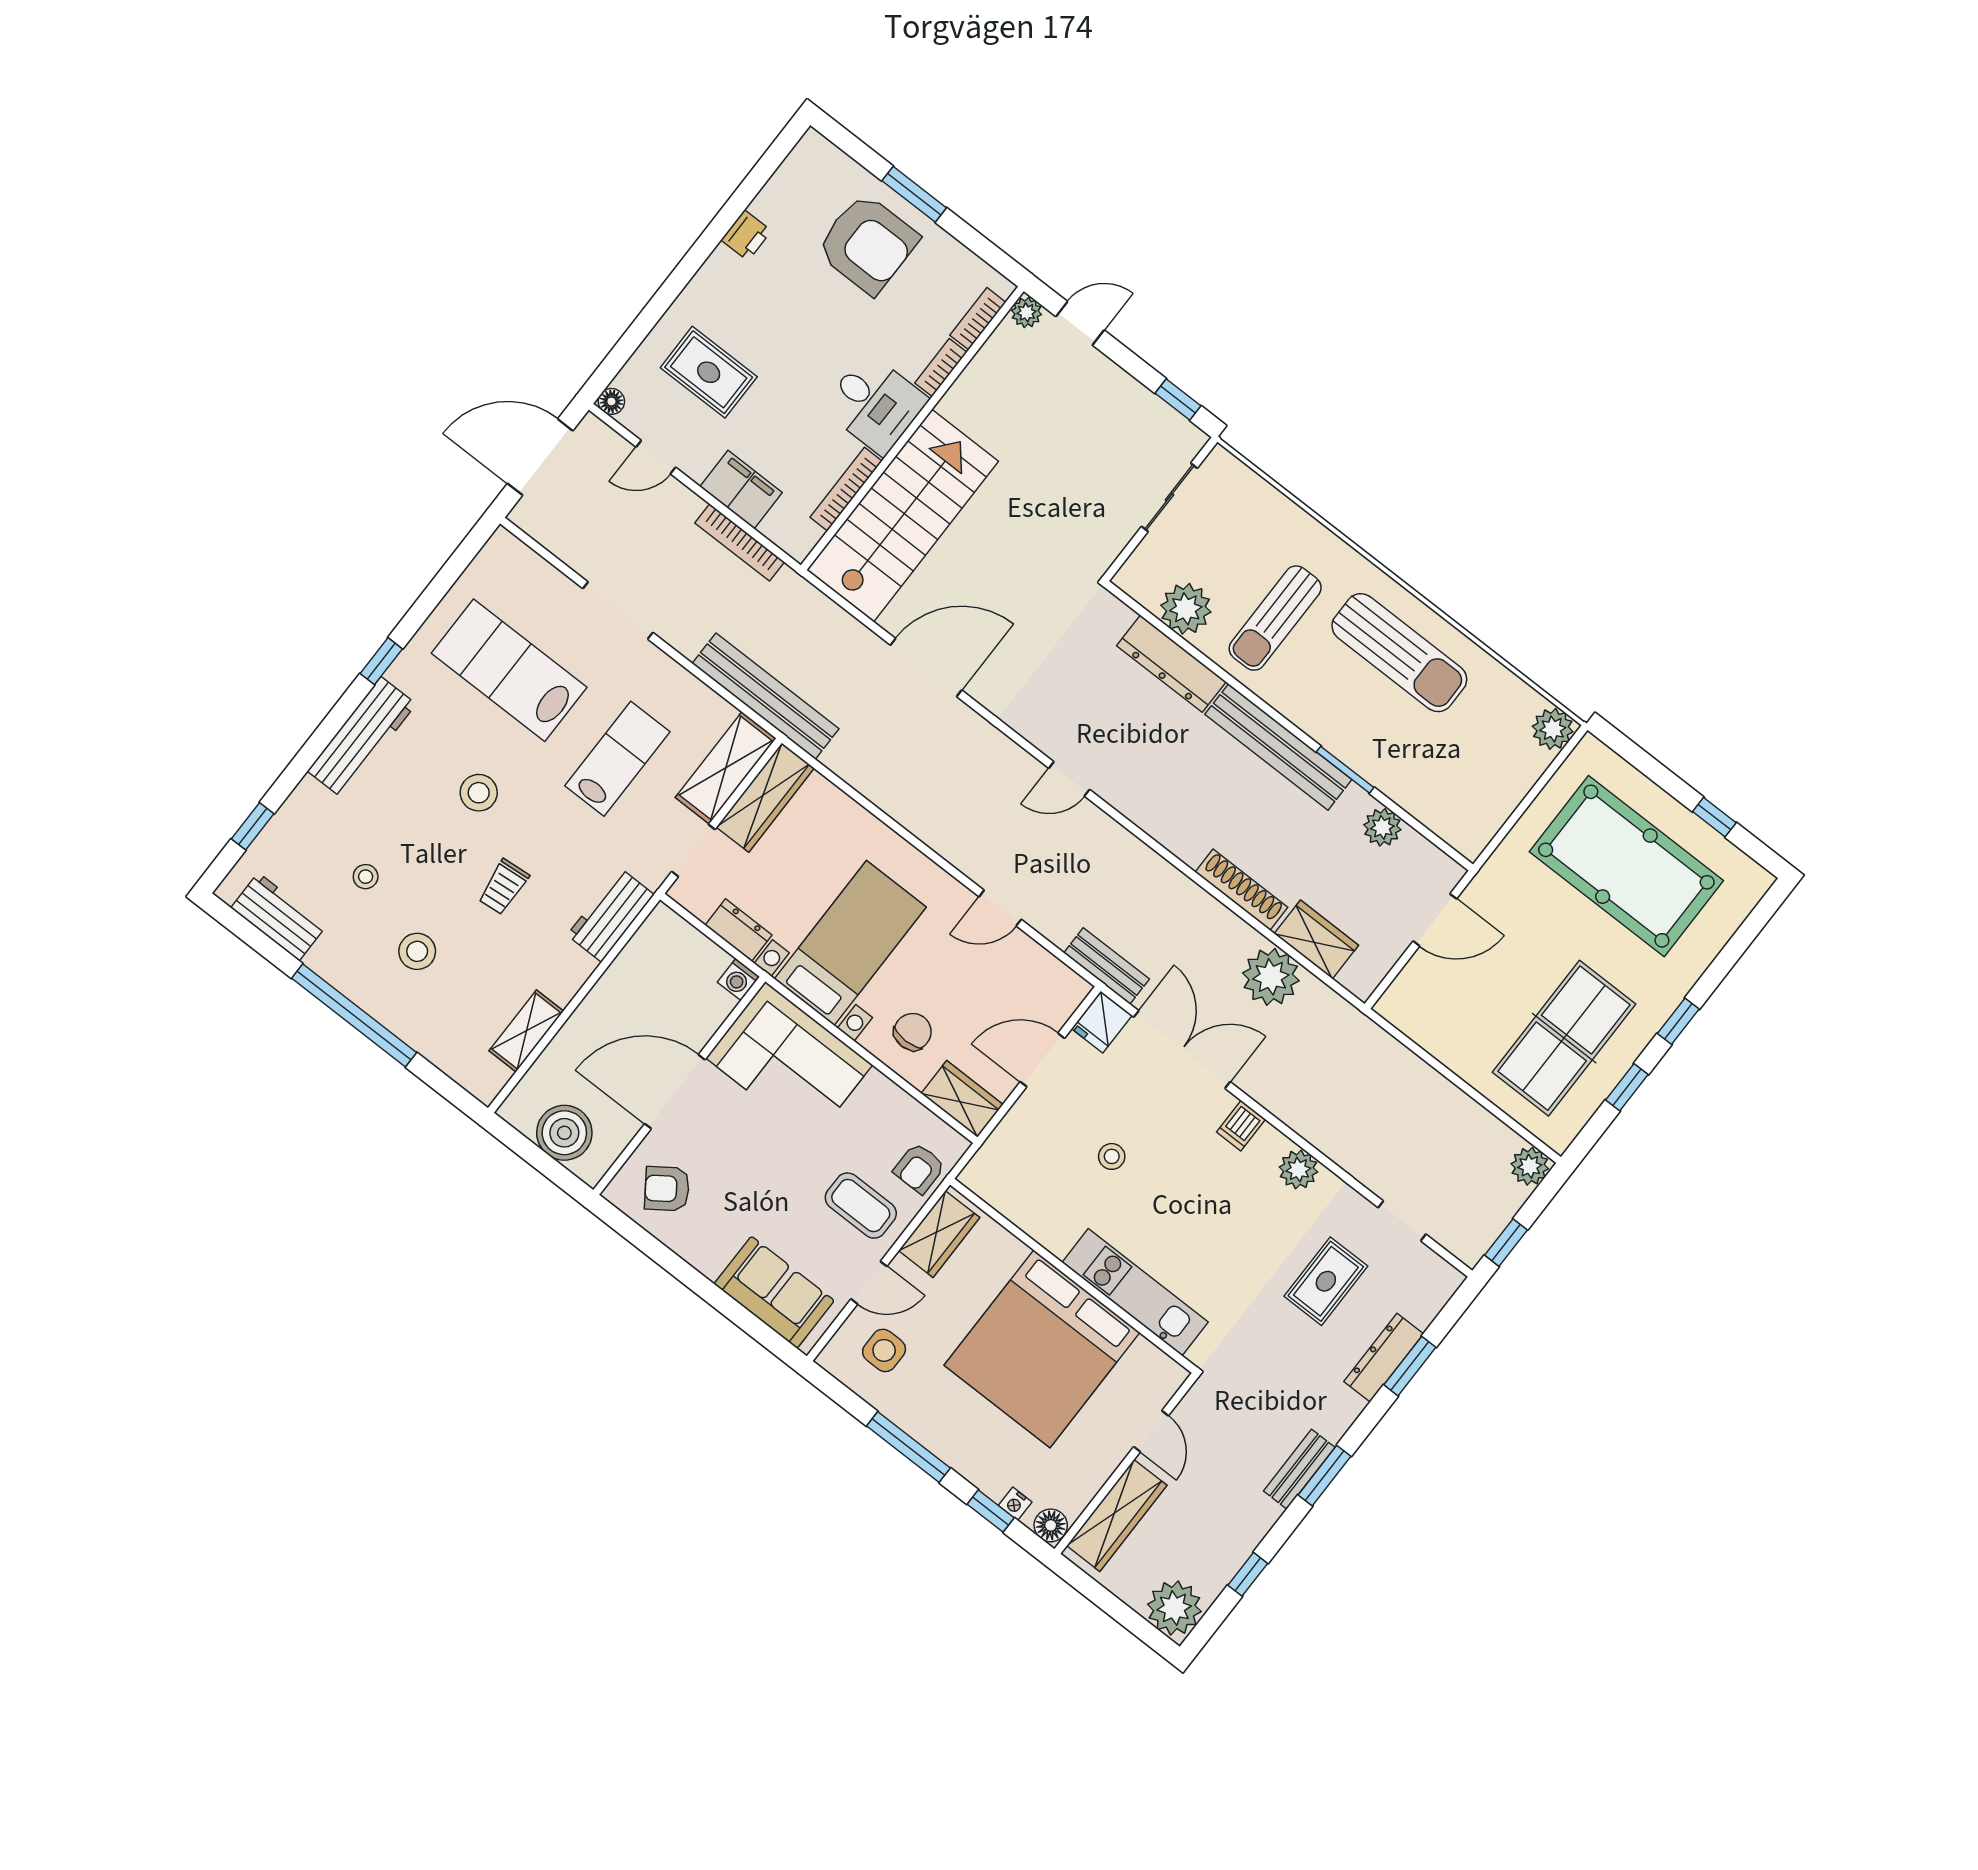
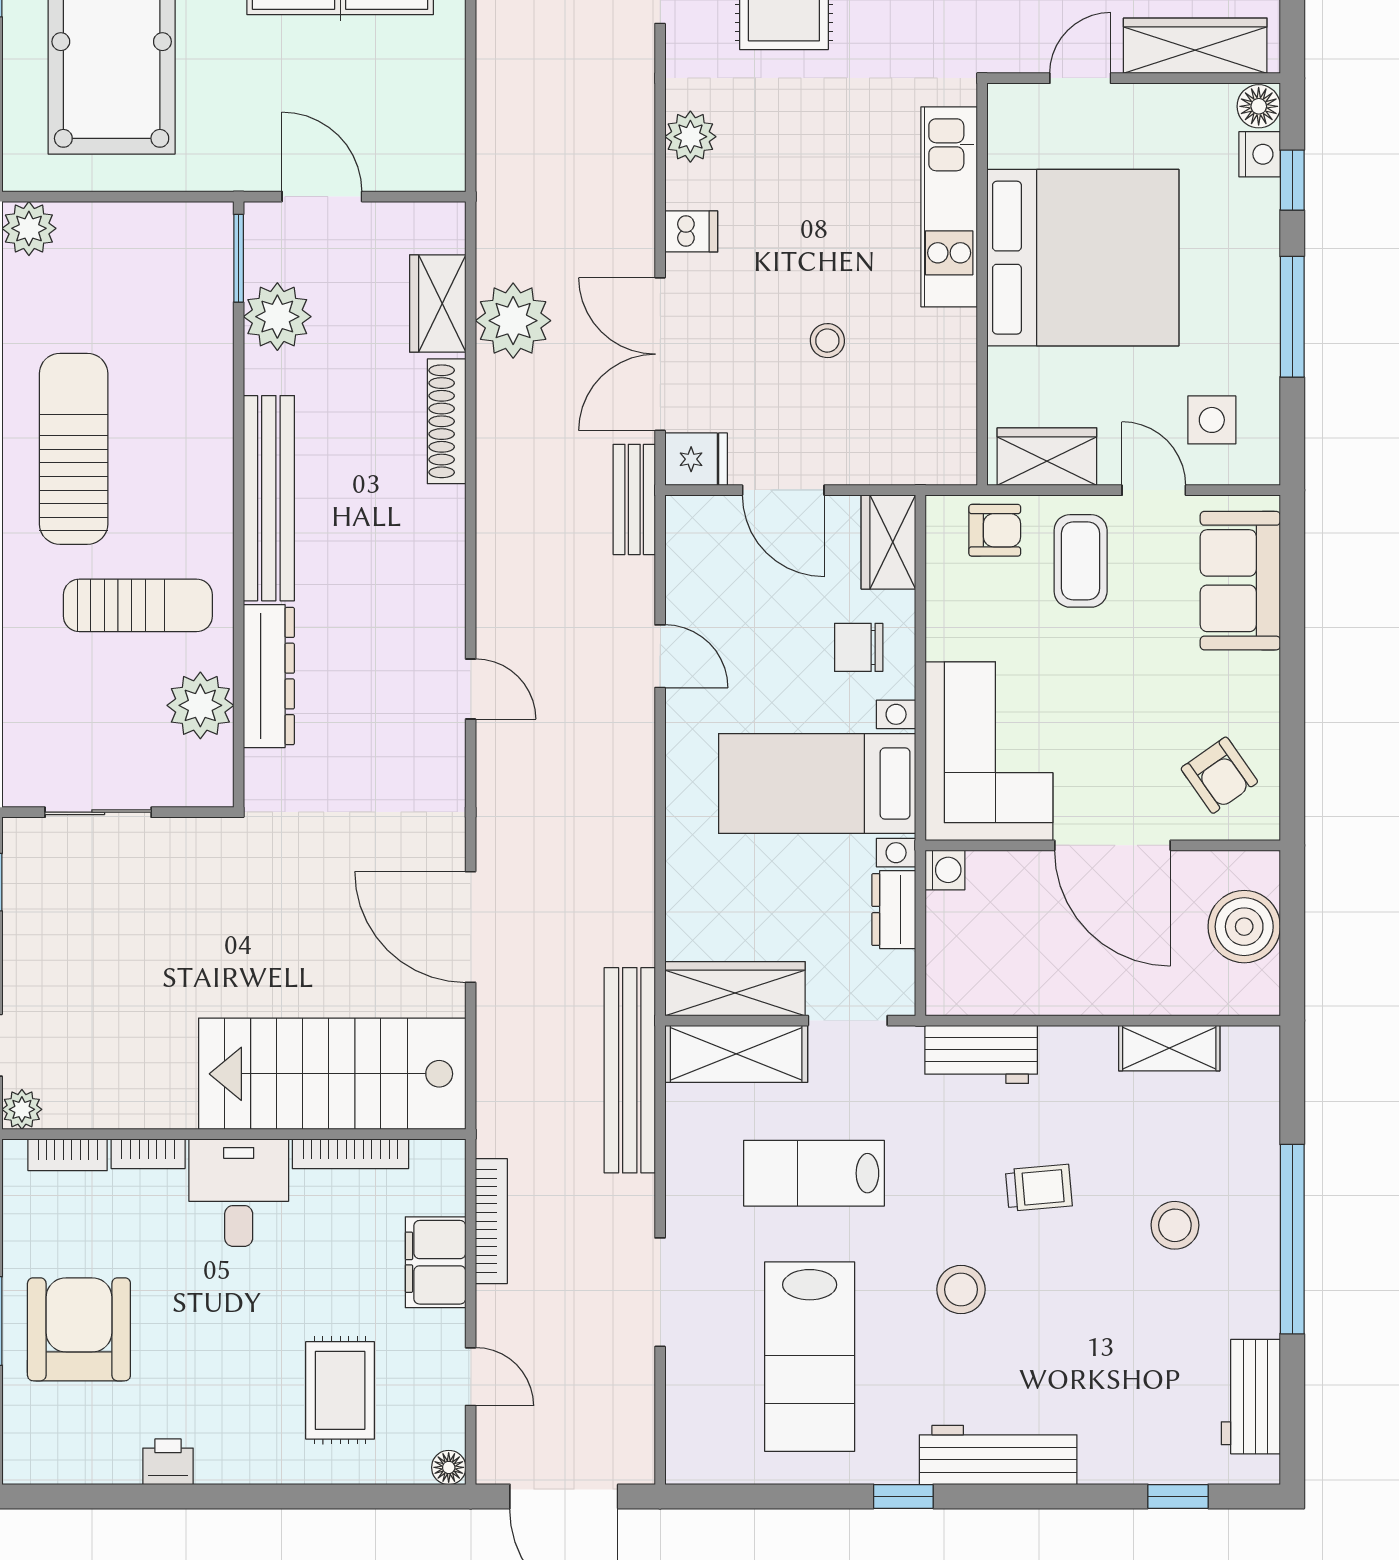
window: (1345, 770) -> (239, 258), moved
plant: (1382, 827) -> (277, 317), width x1.36, depth x1.36
stool: (366, 877) -> (1139, 1339), removed
nightstand: (1015, 1504) -> (1260, 154), width x1.39, depth x1.35

